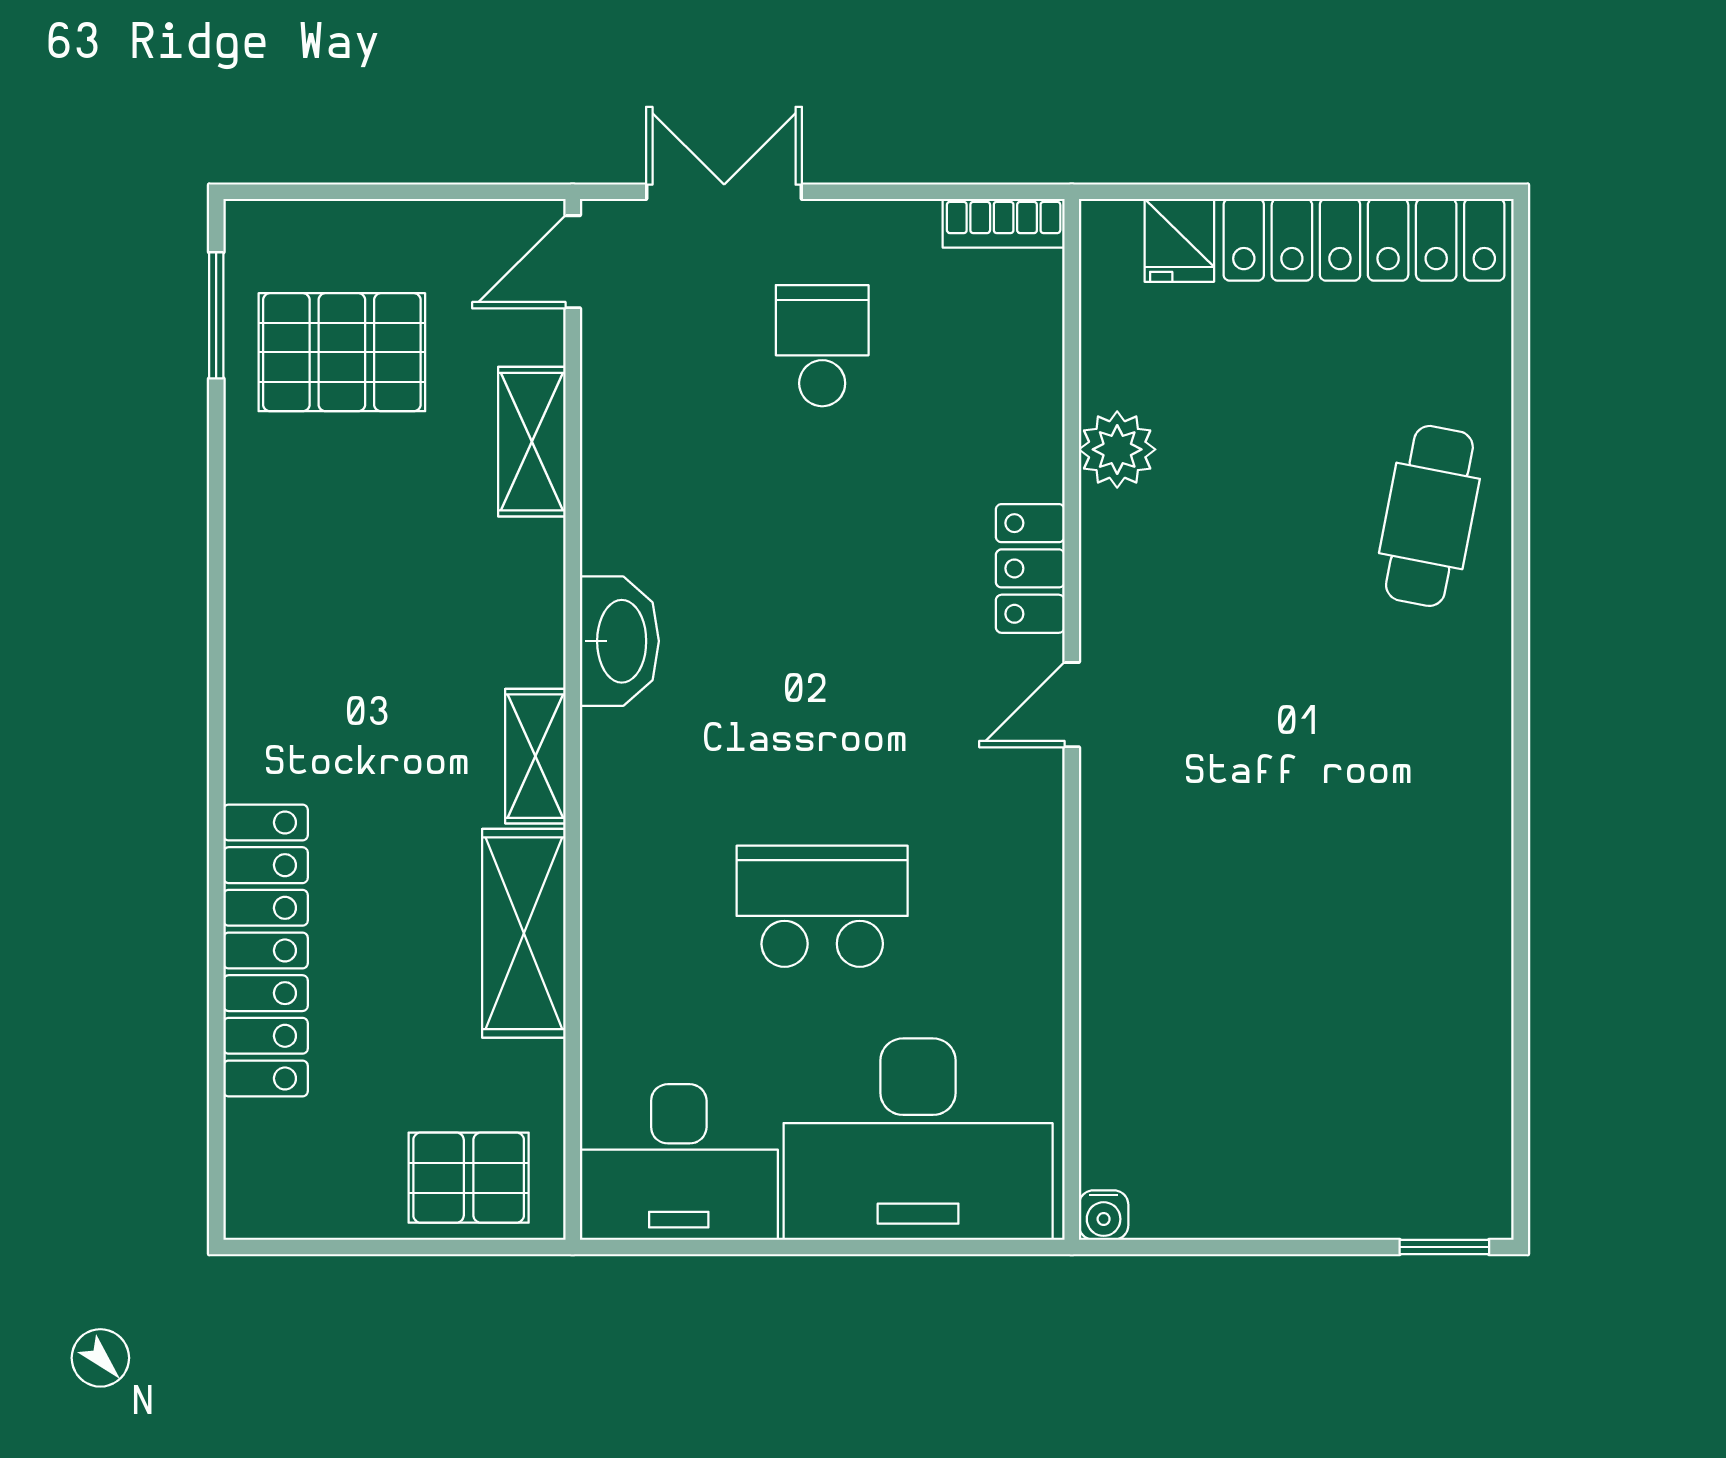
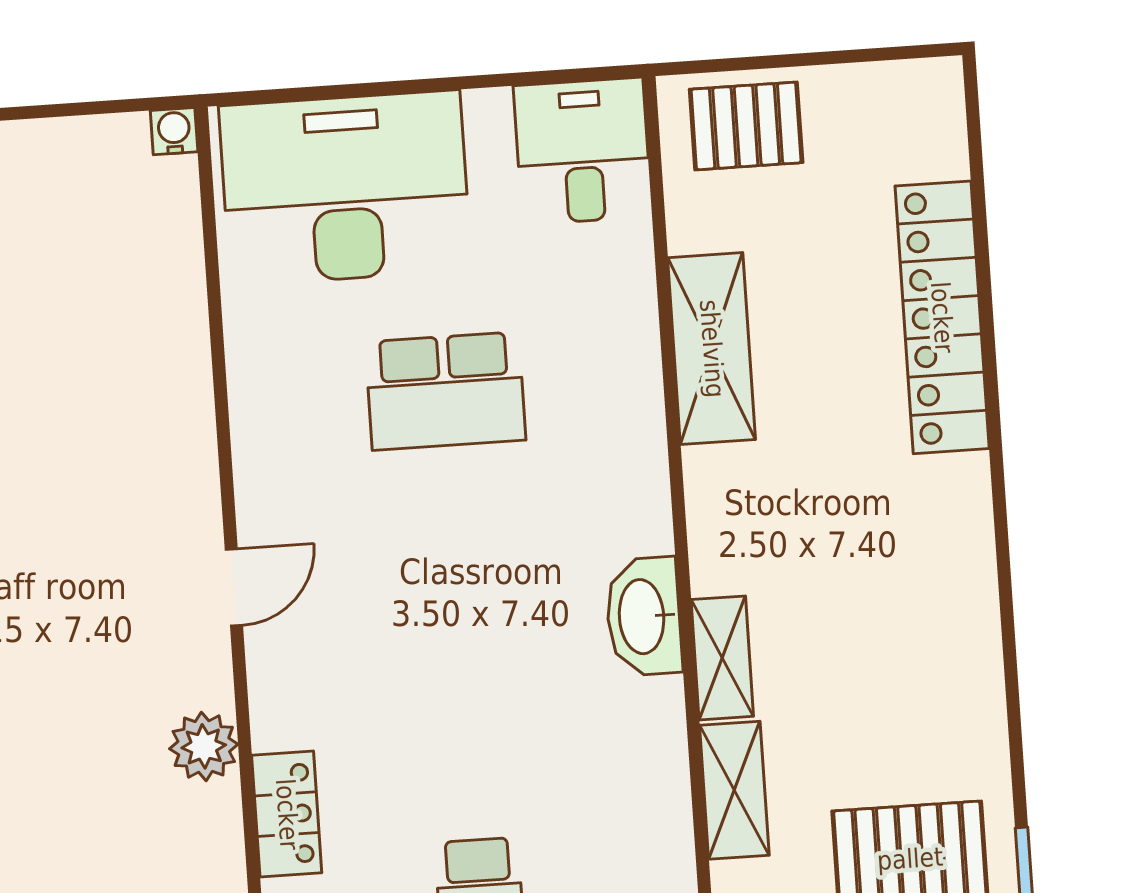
plant: (1117, 449) -> (204, 746), moved
locker: (1030, 568) -> (287, 814), moved
shelving: (535, 756) -> (722, 658), moved
desk: (679, 1162) -> (583, 151), width x0.73

